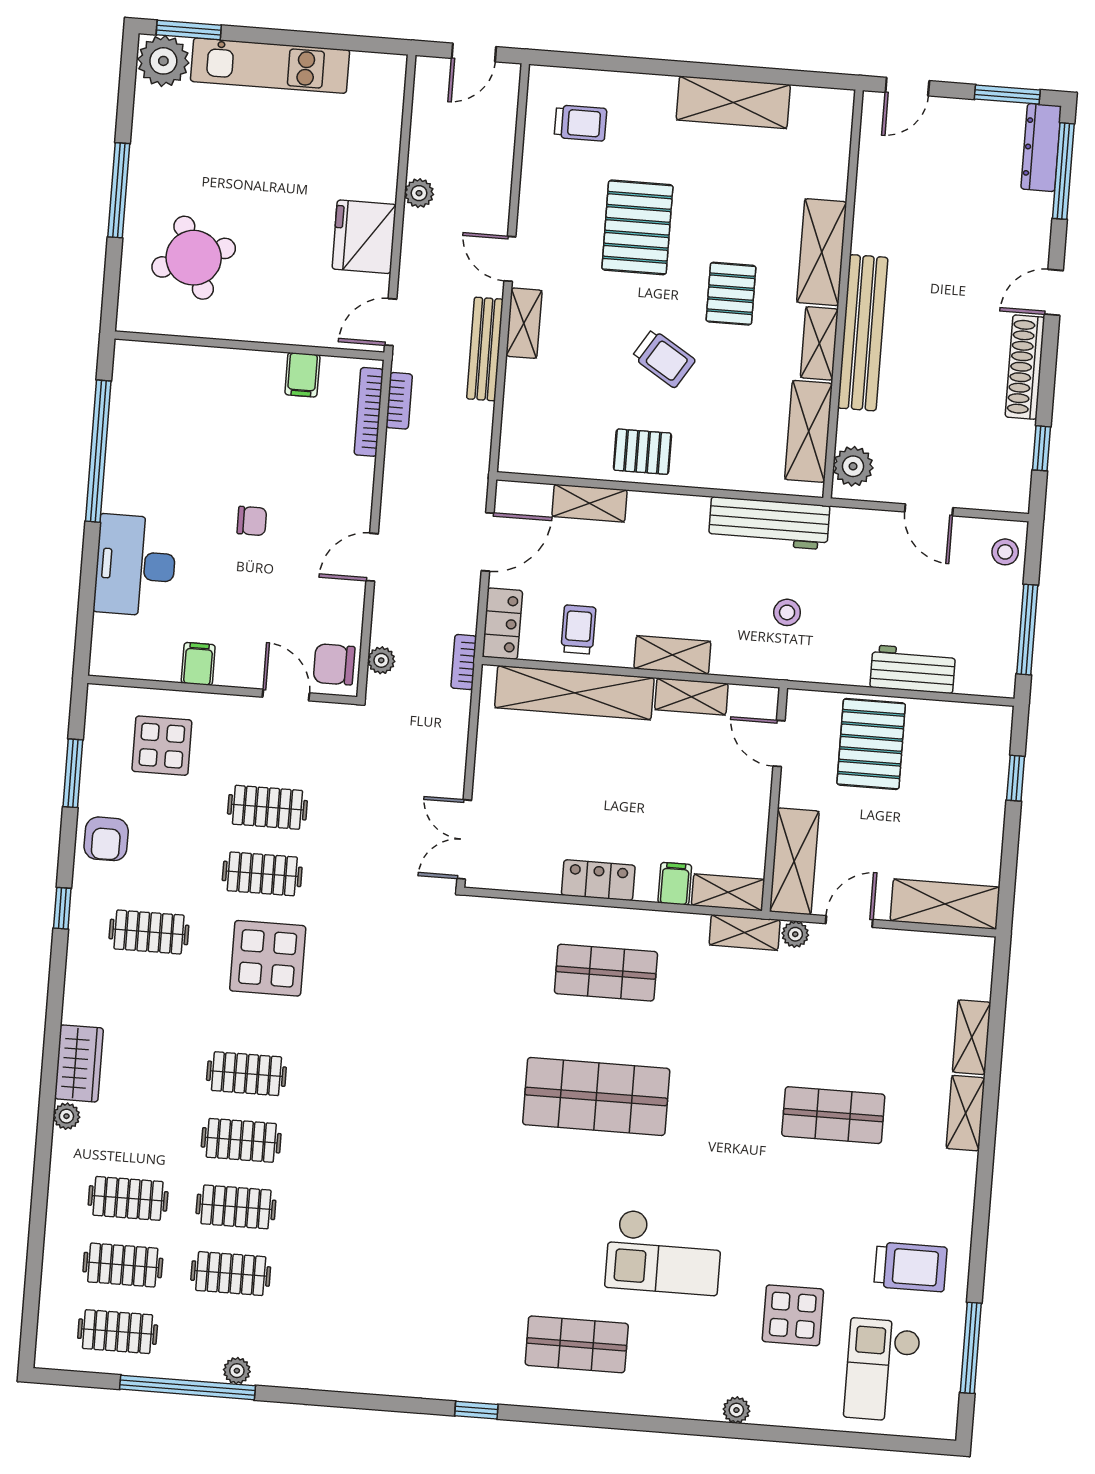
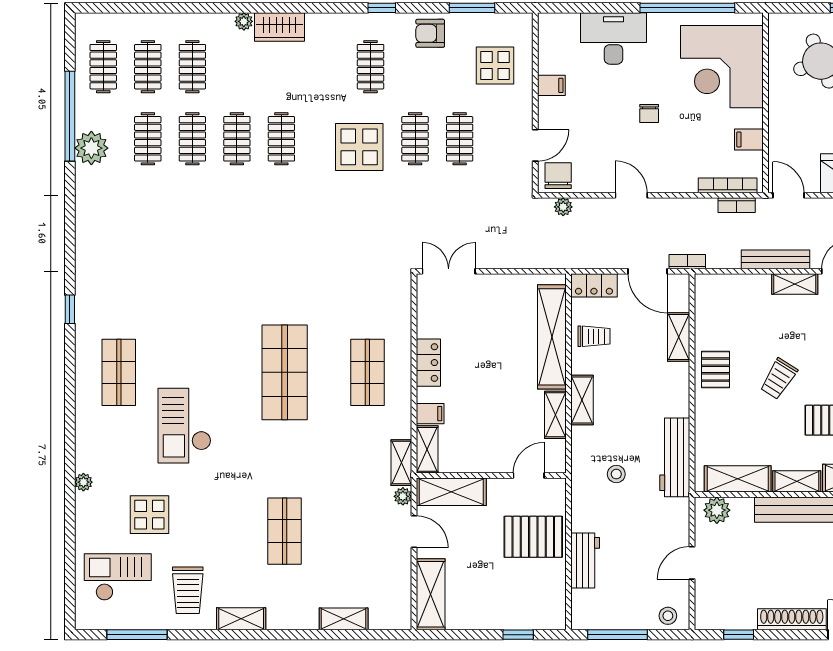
corner desk: (190, 407) -> (722, 67), added
bookcase: (464, 662) -> (687, 262), moved
shelving: (965, 1113) -> (241, 619), moved
plant: (237, 1371) -> (91, 148), width x1.88, depth x1.88

